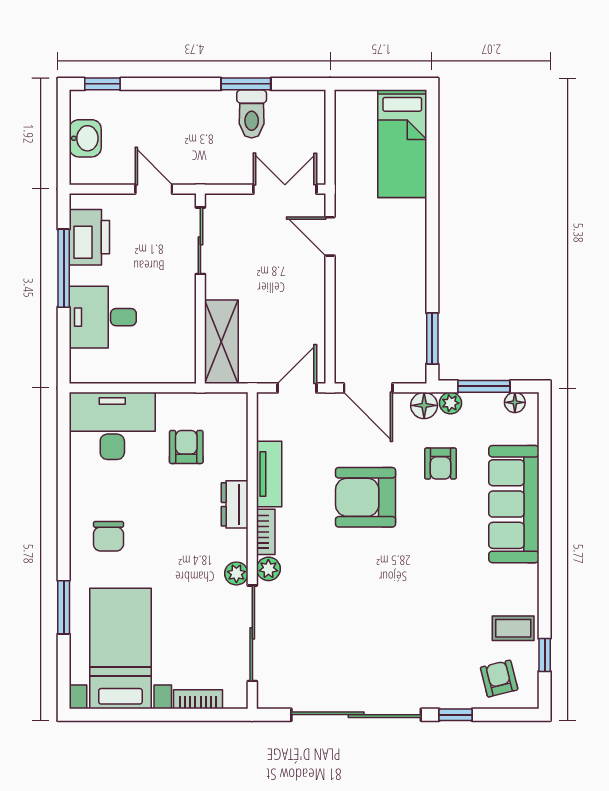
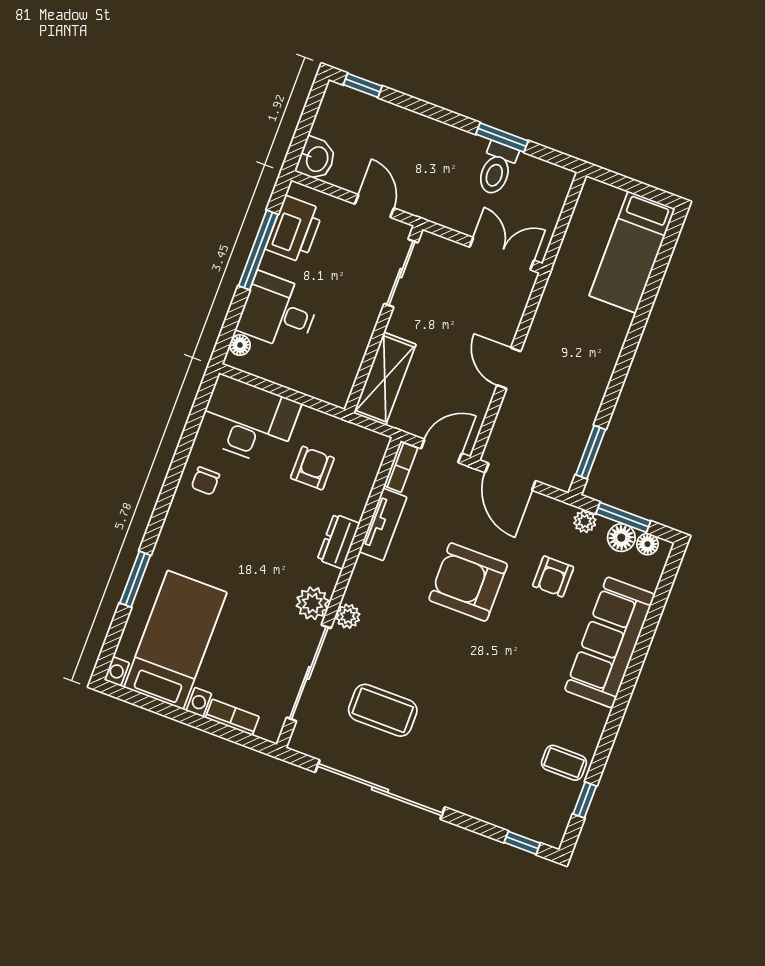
washbasin: (85, 138) -> (316, 159), moved
door: (330, 236) -> (509, 368), moved
floor lamp: (79, 360) -> (240, 345), added
floor lamp: (424, 405) -> (621, 538), moved
bookcase: (266, 532) -> (401, 467), moved
chair: (108, 536) -> (205, 481), moved, width x0.73, depth x0.73
plant: (236, 573) -> (312, 603), width x1.38, depth x1.38
coffee table: (332, 642) -> (383, 710), added
armchair: (499, 679) -> (532, 806), removed
window: (456, 715) -> (522, 843), moved

